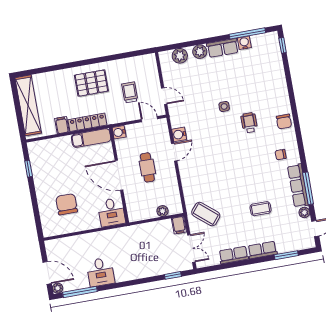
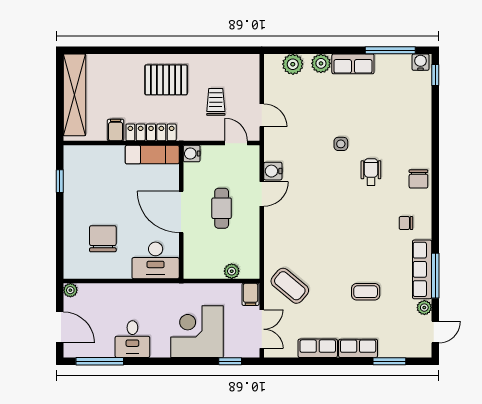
water cooler: (244, 43) -> (421, 62), moved
desk: (111, 212) -> (156, 260), width x1.37
corner desk: (145, 258) -> (197, 332), added
plant: (58, 288) -> (70, 290), moved

